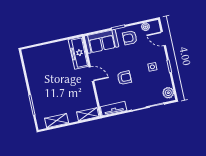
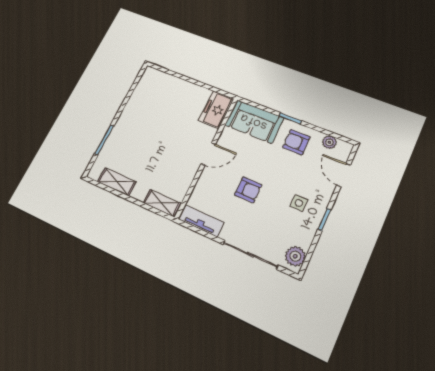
freezer: (78, 53) -> (216, 110), width x0.71
door: (91, 74) -> (208, 154), hinge flipped

